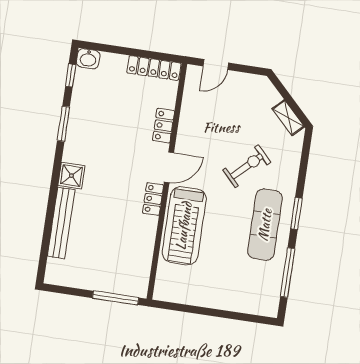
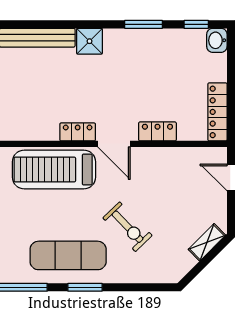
shelving: (288, 118) -> (207, 242), moved

